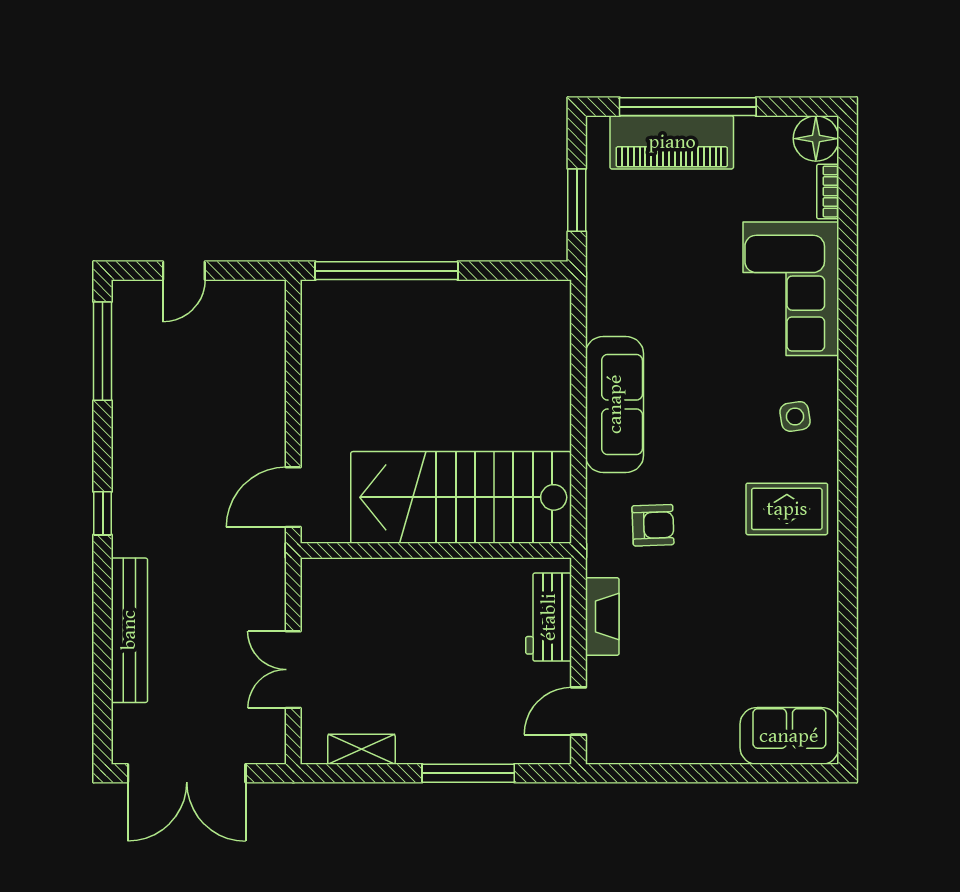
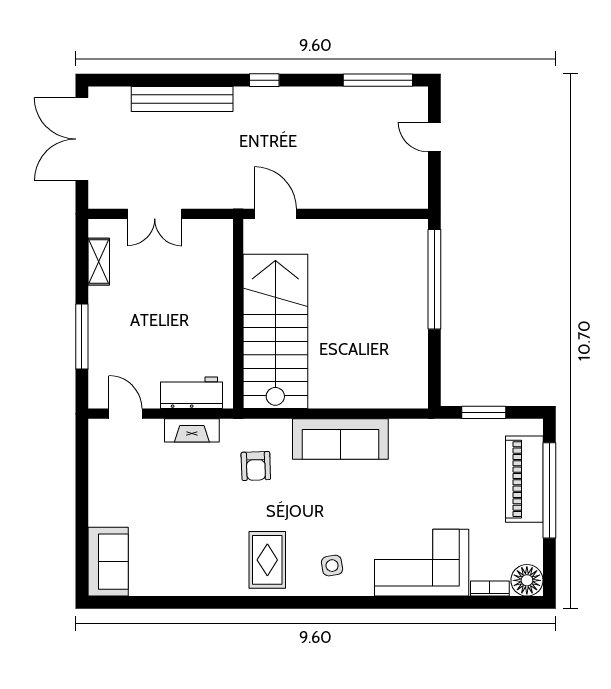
double door: (293, 670) -> (155, 214), swing flipped

